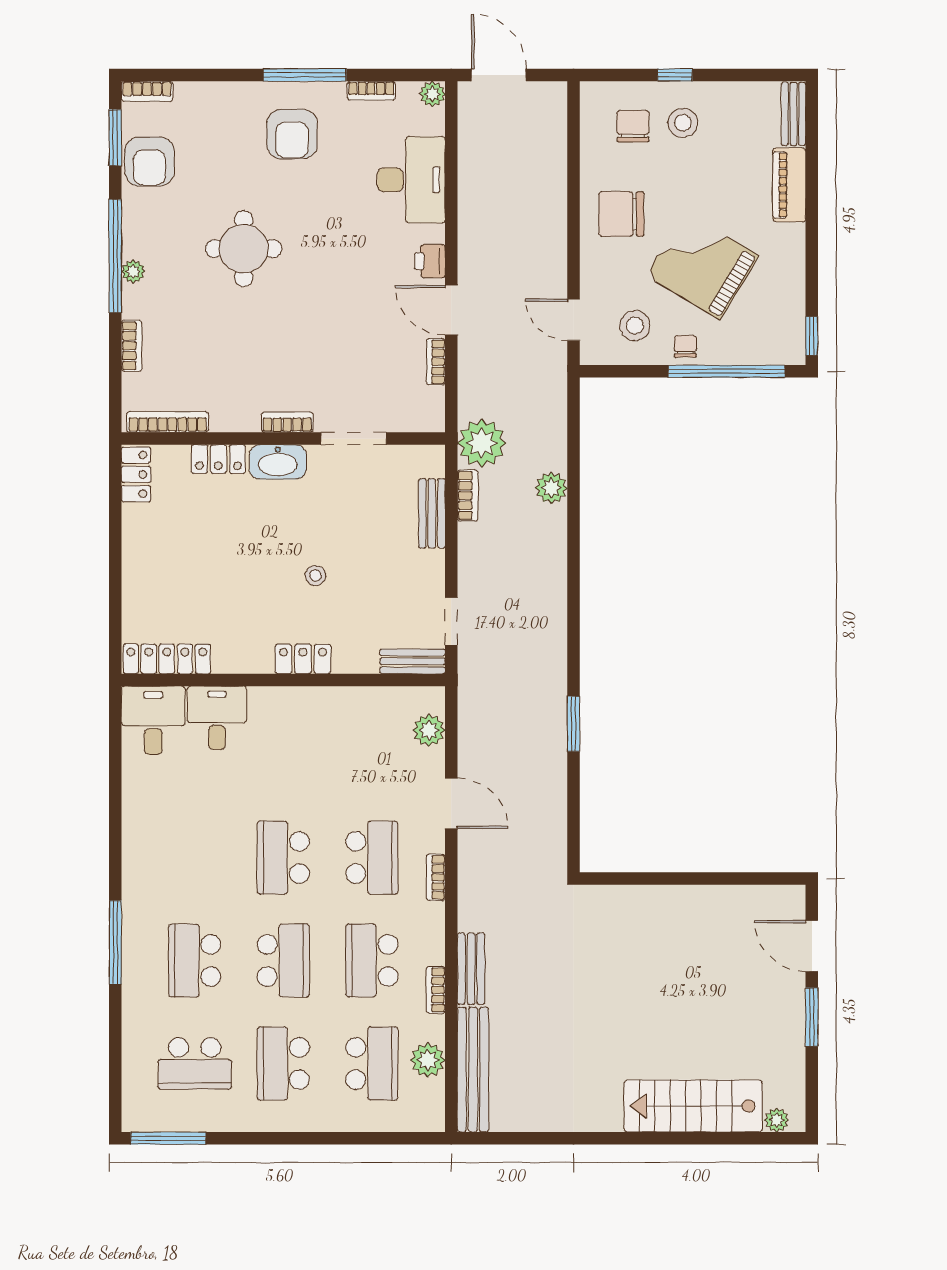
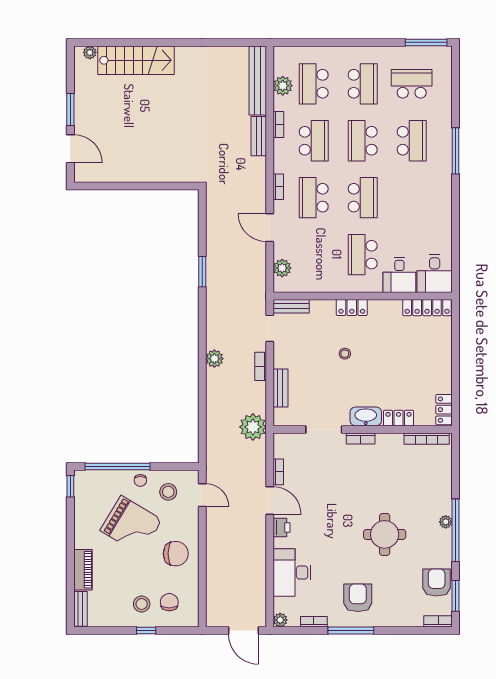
chair: (633, 126) -> (169, 602), turned 180
bookcase: (132, 346) -> (447, 481), removed
plant: (551, 488) -> (214, 359), moved
bookcase: (468, 496) -> (261, 366), moved
school desk: (283, 755) -> (363, 255), added

